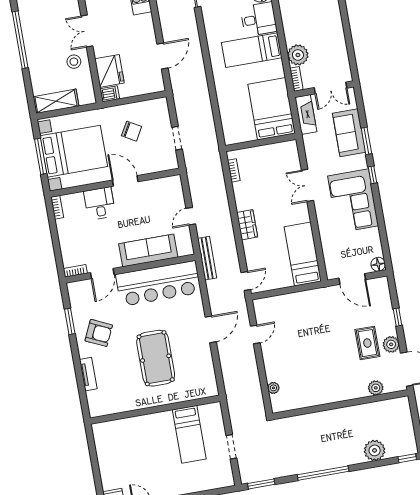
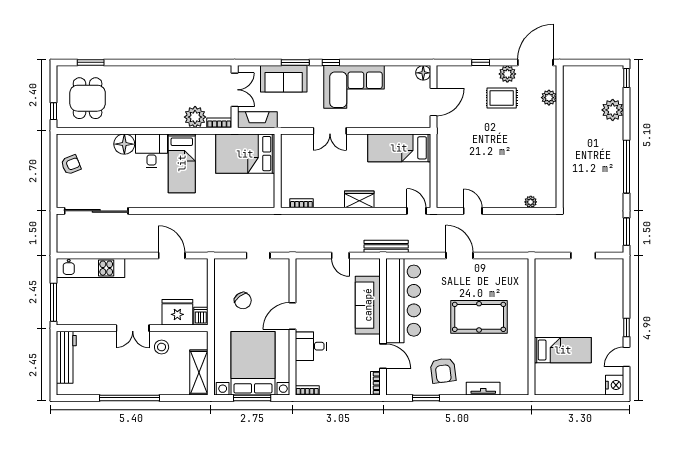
chair: (132, 131) -> (243, 301), turned 113
armchair: (99, 333) -> (443, 370), turned 148
bed: (189, 434) -> (563, 350), moved

